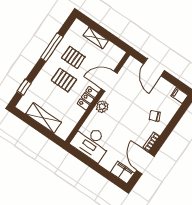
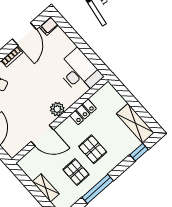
locker: (88, 98) -> (83, 112), moved
shelving: (43, 118) -> (135, 123), moved
filing cabinet: (122, 172) -> (49, 26), width x0.50

